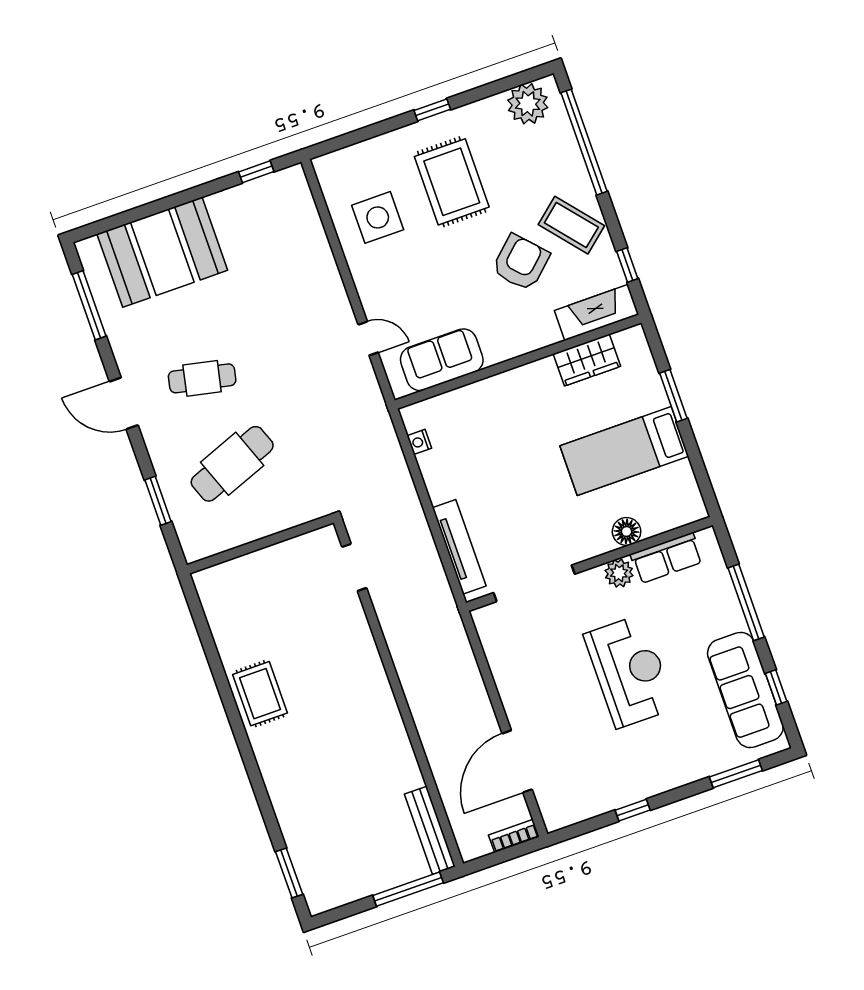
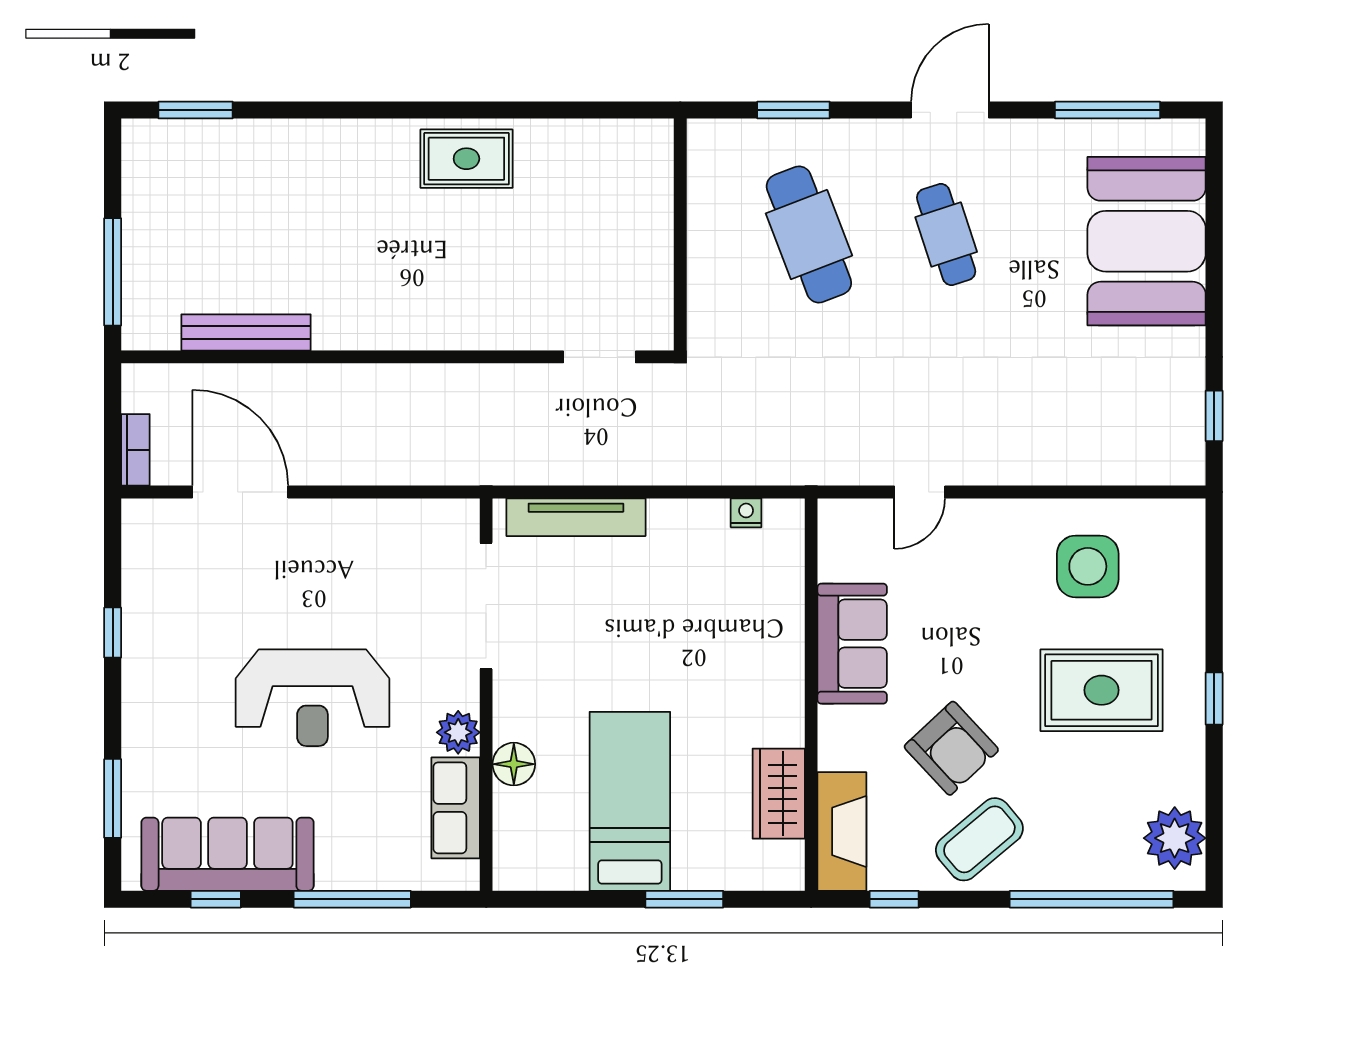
sofa: (442, 360) -> (852, 644), moved
cafe table: (202, 378) -> (946, 235), turned -30
bench: (430, 830) -> (246, 332), moved

